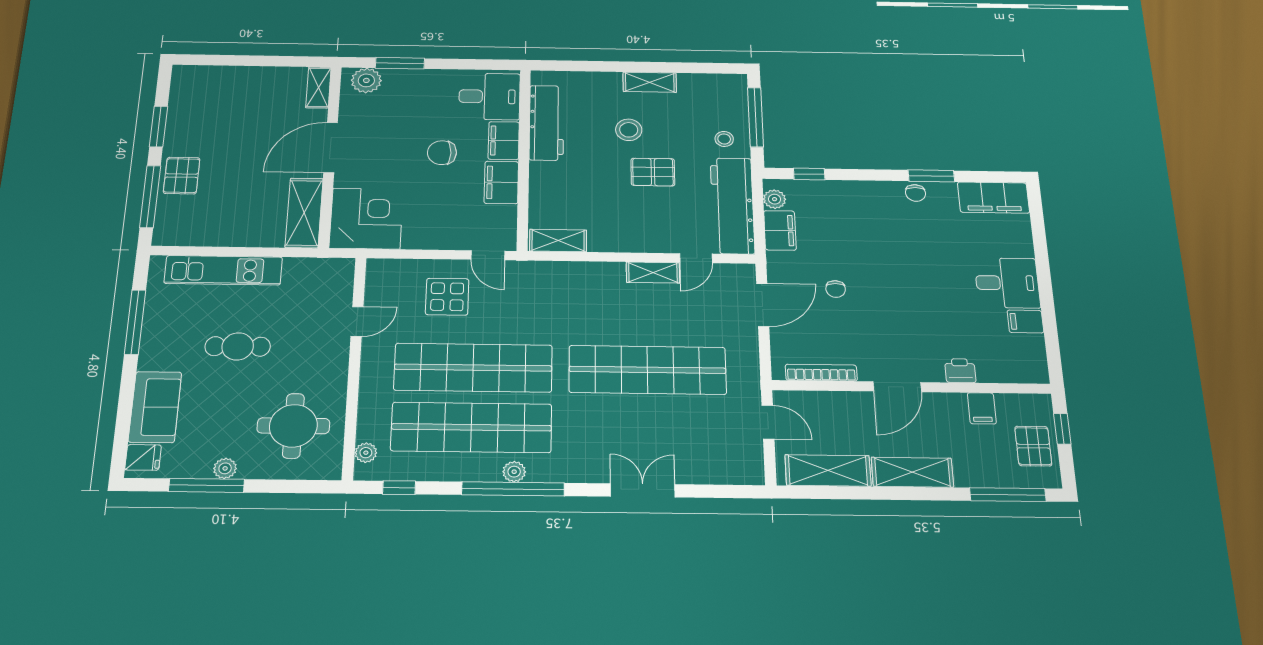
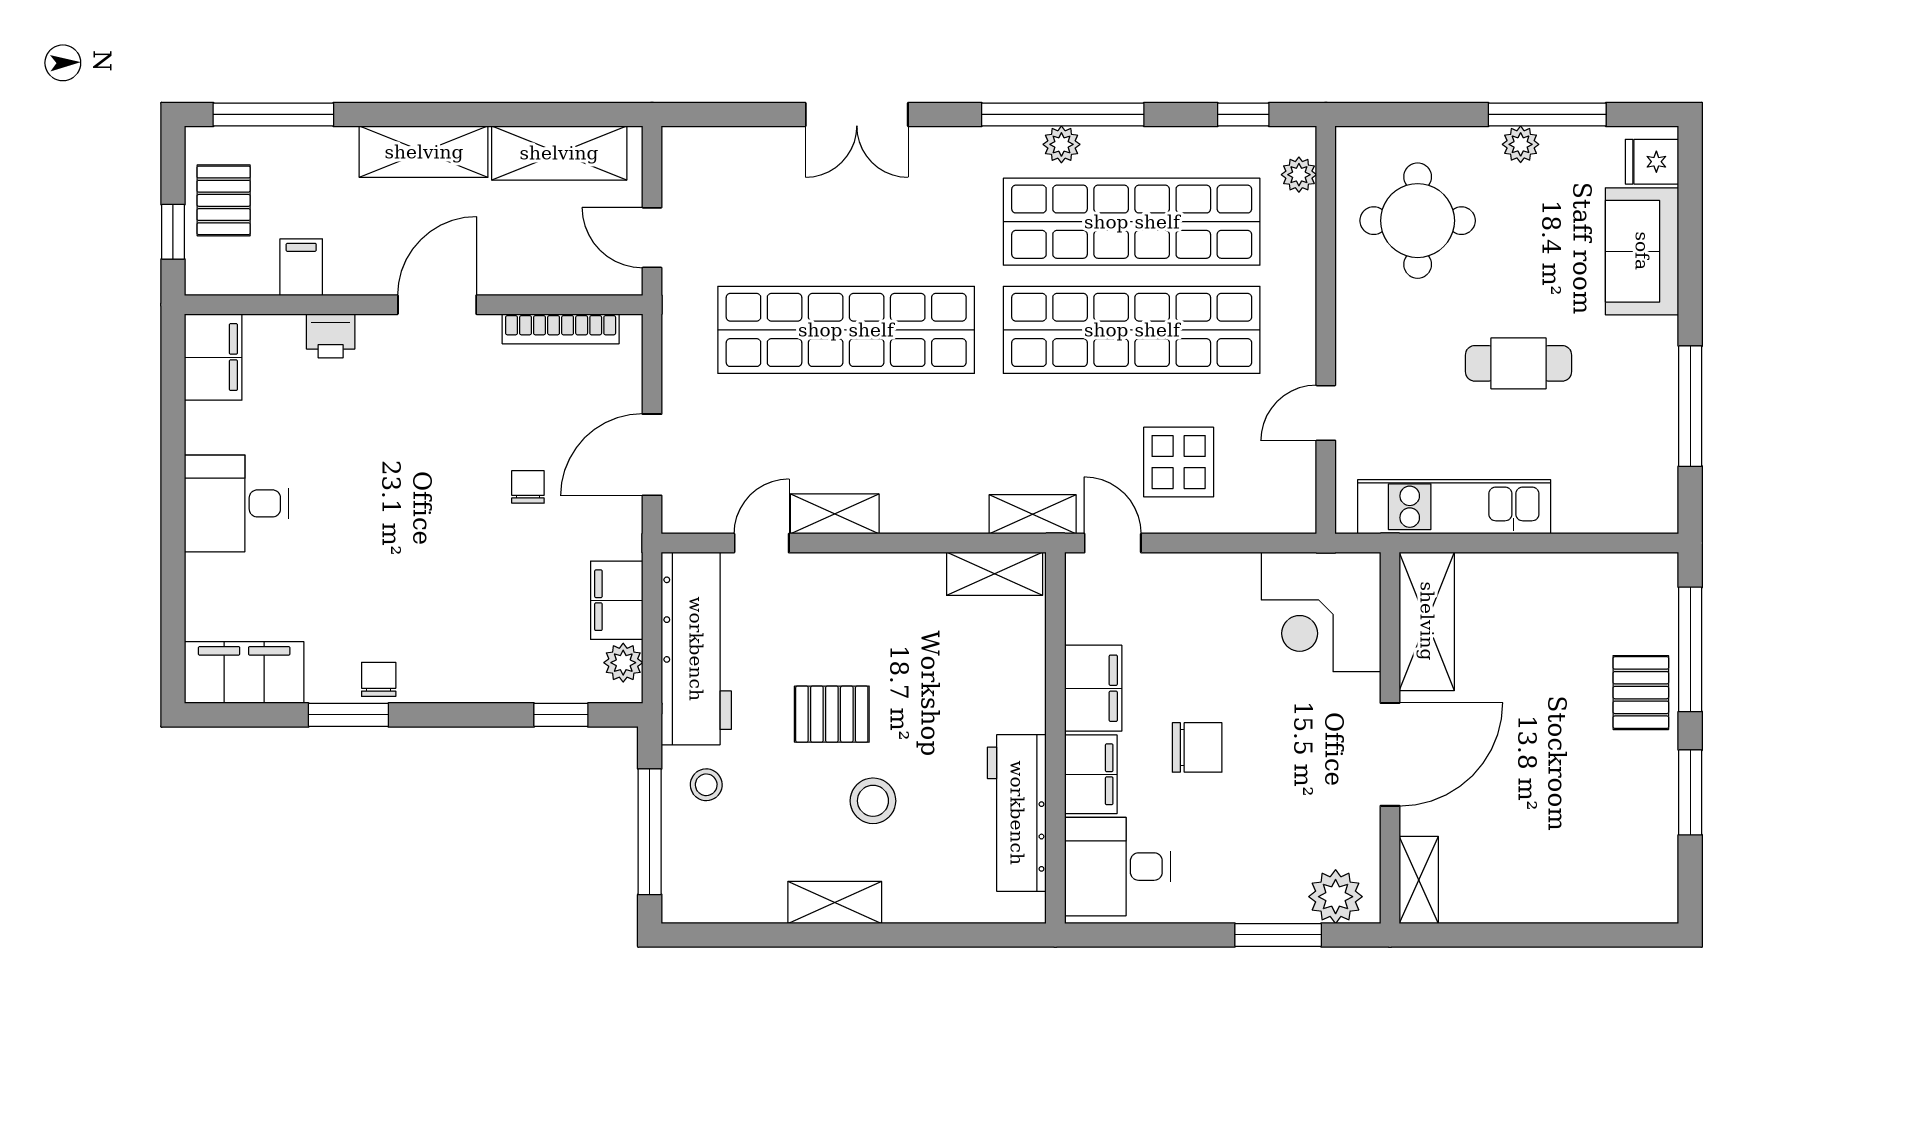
kitchen unit: (223, 270) -> (1454, 507), moved
shelving: (535, 271) -> (1033, 514), added
filing cabinet: (1025, 321) -> (213, 357), moved, width x2.00

